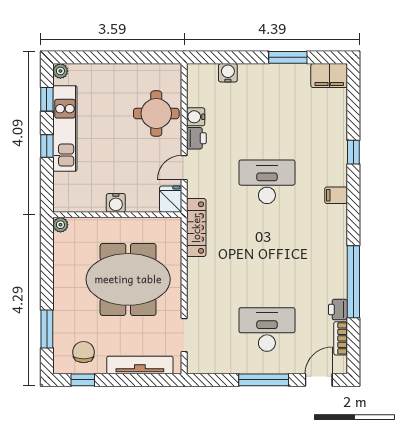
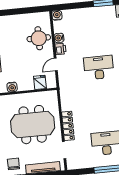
water cooler: (228, 73) -> (57, 15), moved
fridge: (171, 199) -> (40, 82), moved
water cooler: (116, 203) -> (12, 87), moved
locker: (196, 228) -> (68, 126), moved

